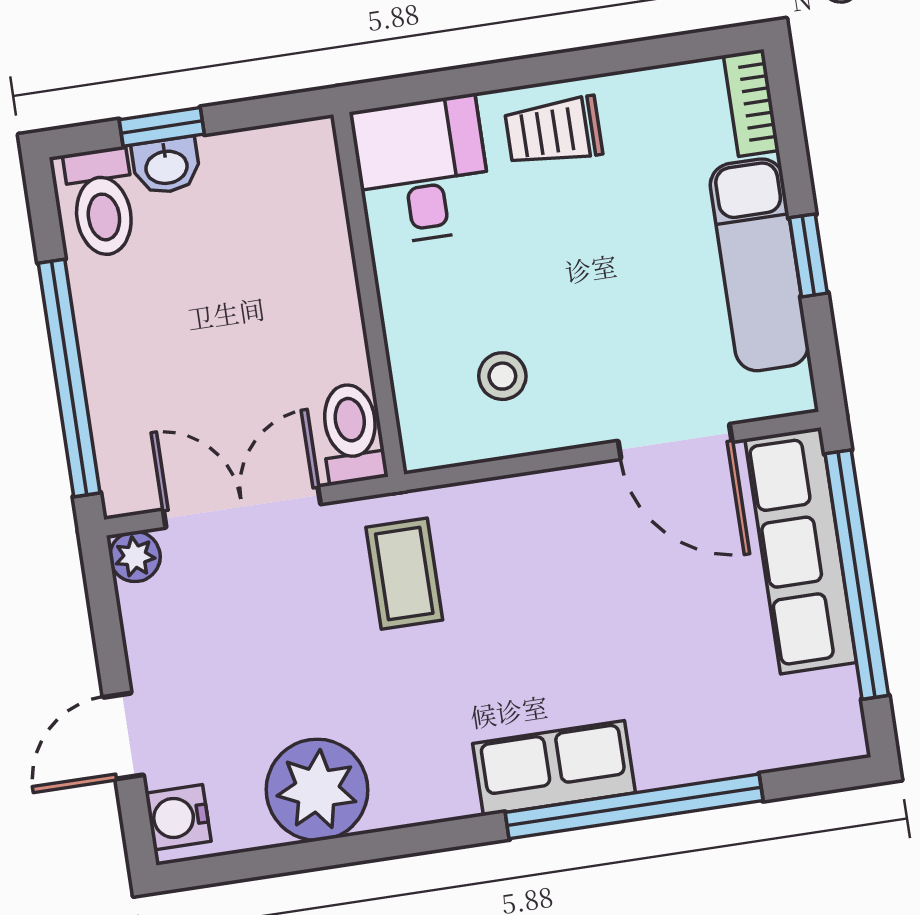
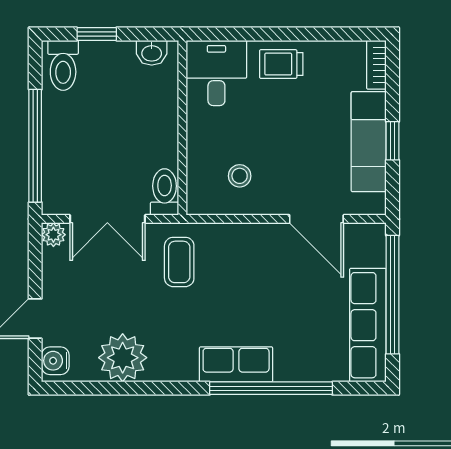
washbasin: (166, 166) -> (152, 53), moved
double door: (242, 507) -> (107, 219), swing flipped
row of seats: (801, 551) -> (368, 325), moved

